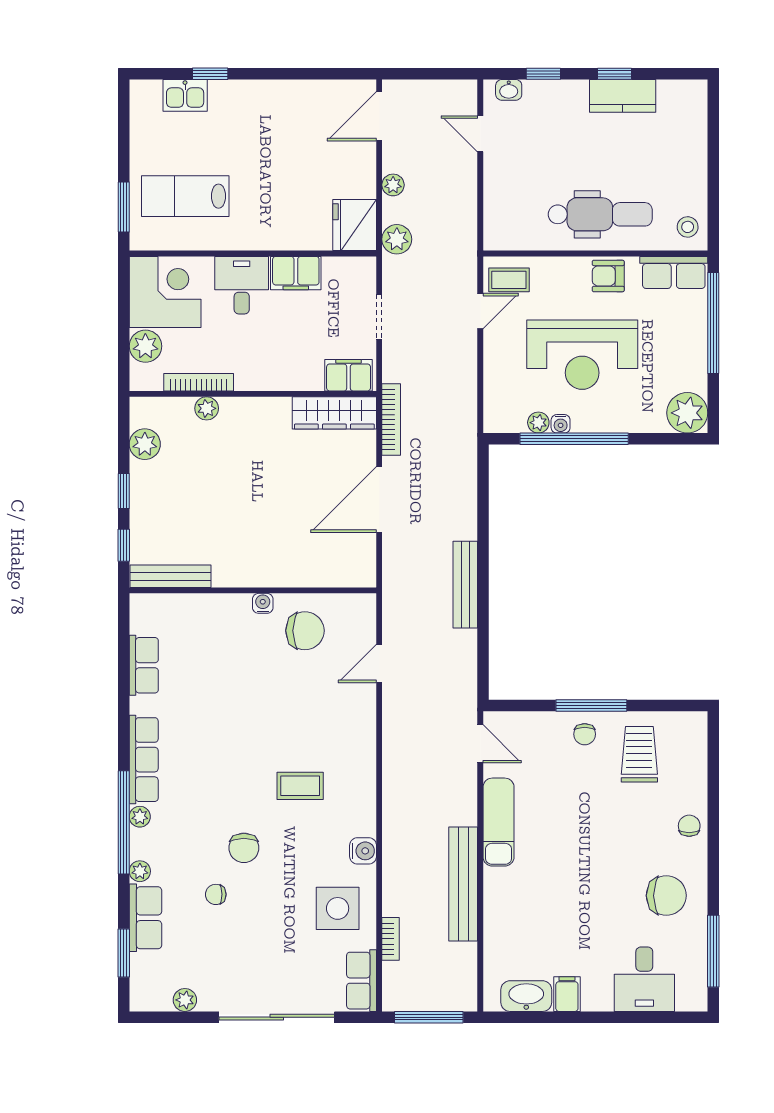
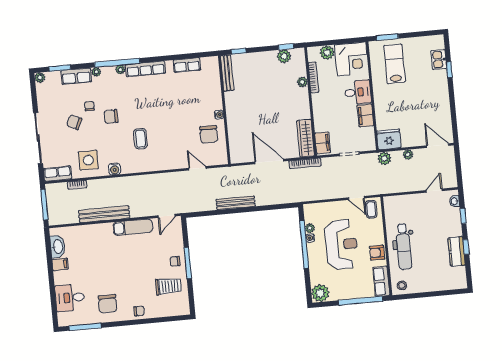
armchair: (608, 276) -> (377, 253), turned -90
reception desk: (582, 355) -> (341, 244), turned 180
window: (124, 491) -> (286, 47), moved
chair: (249, 932) -> (74, 122), added
plant: (185, 1000) -> (40, 78), moved

